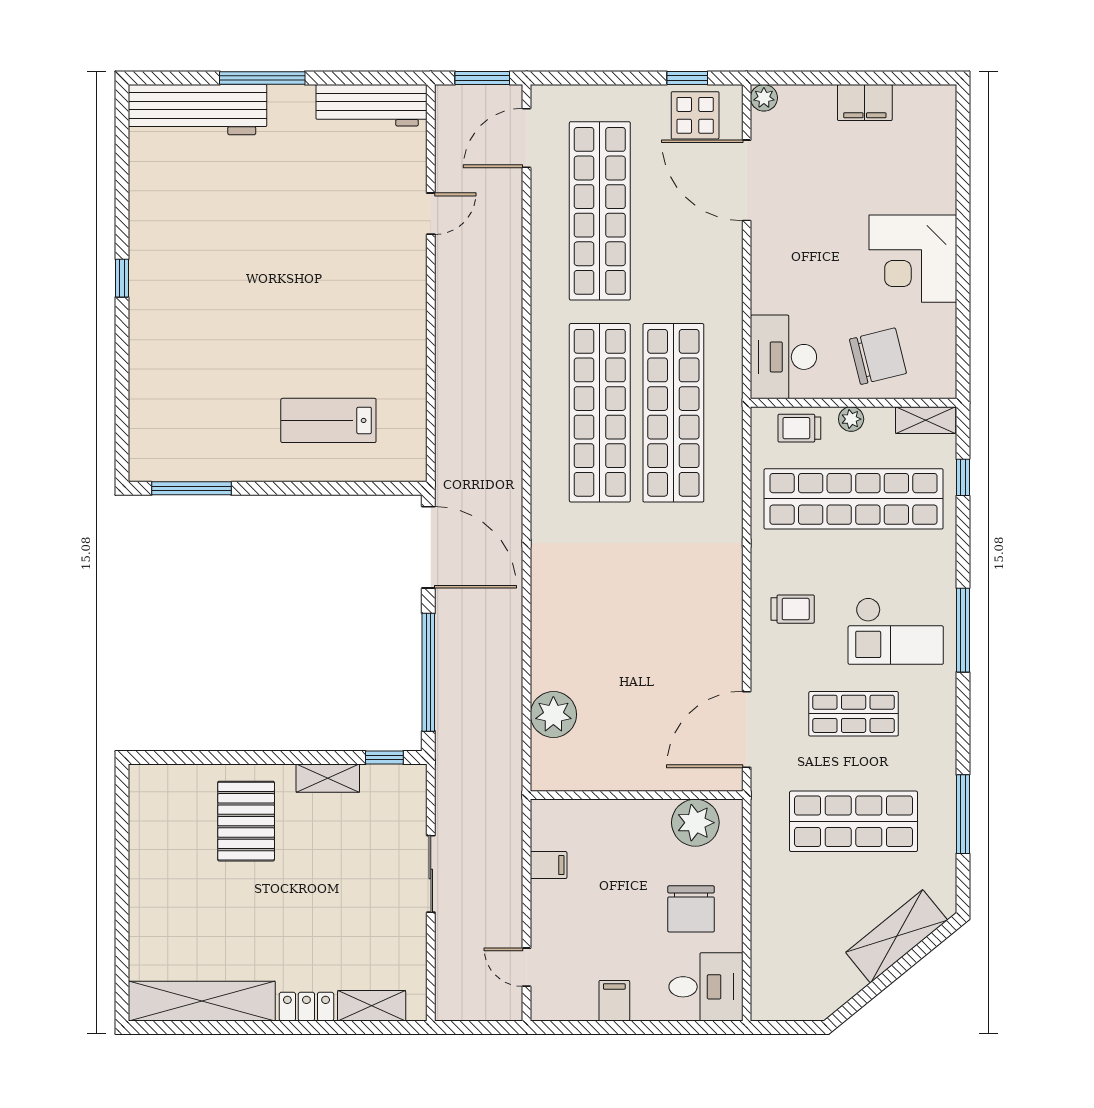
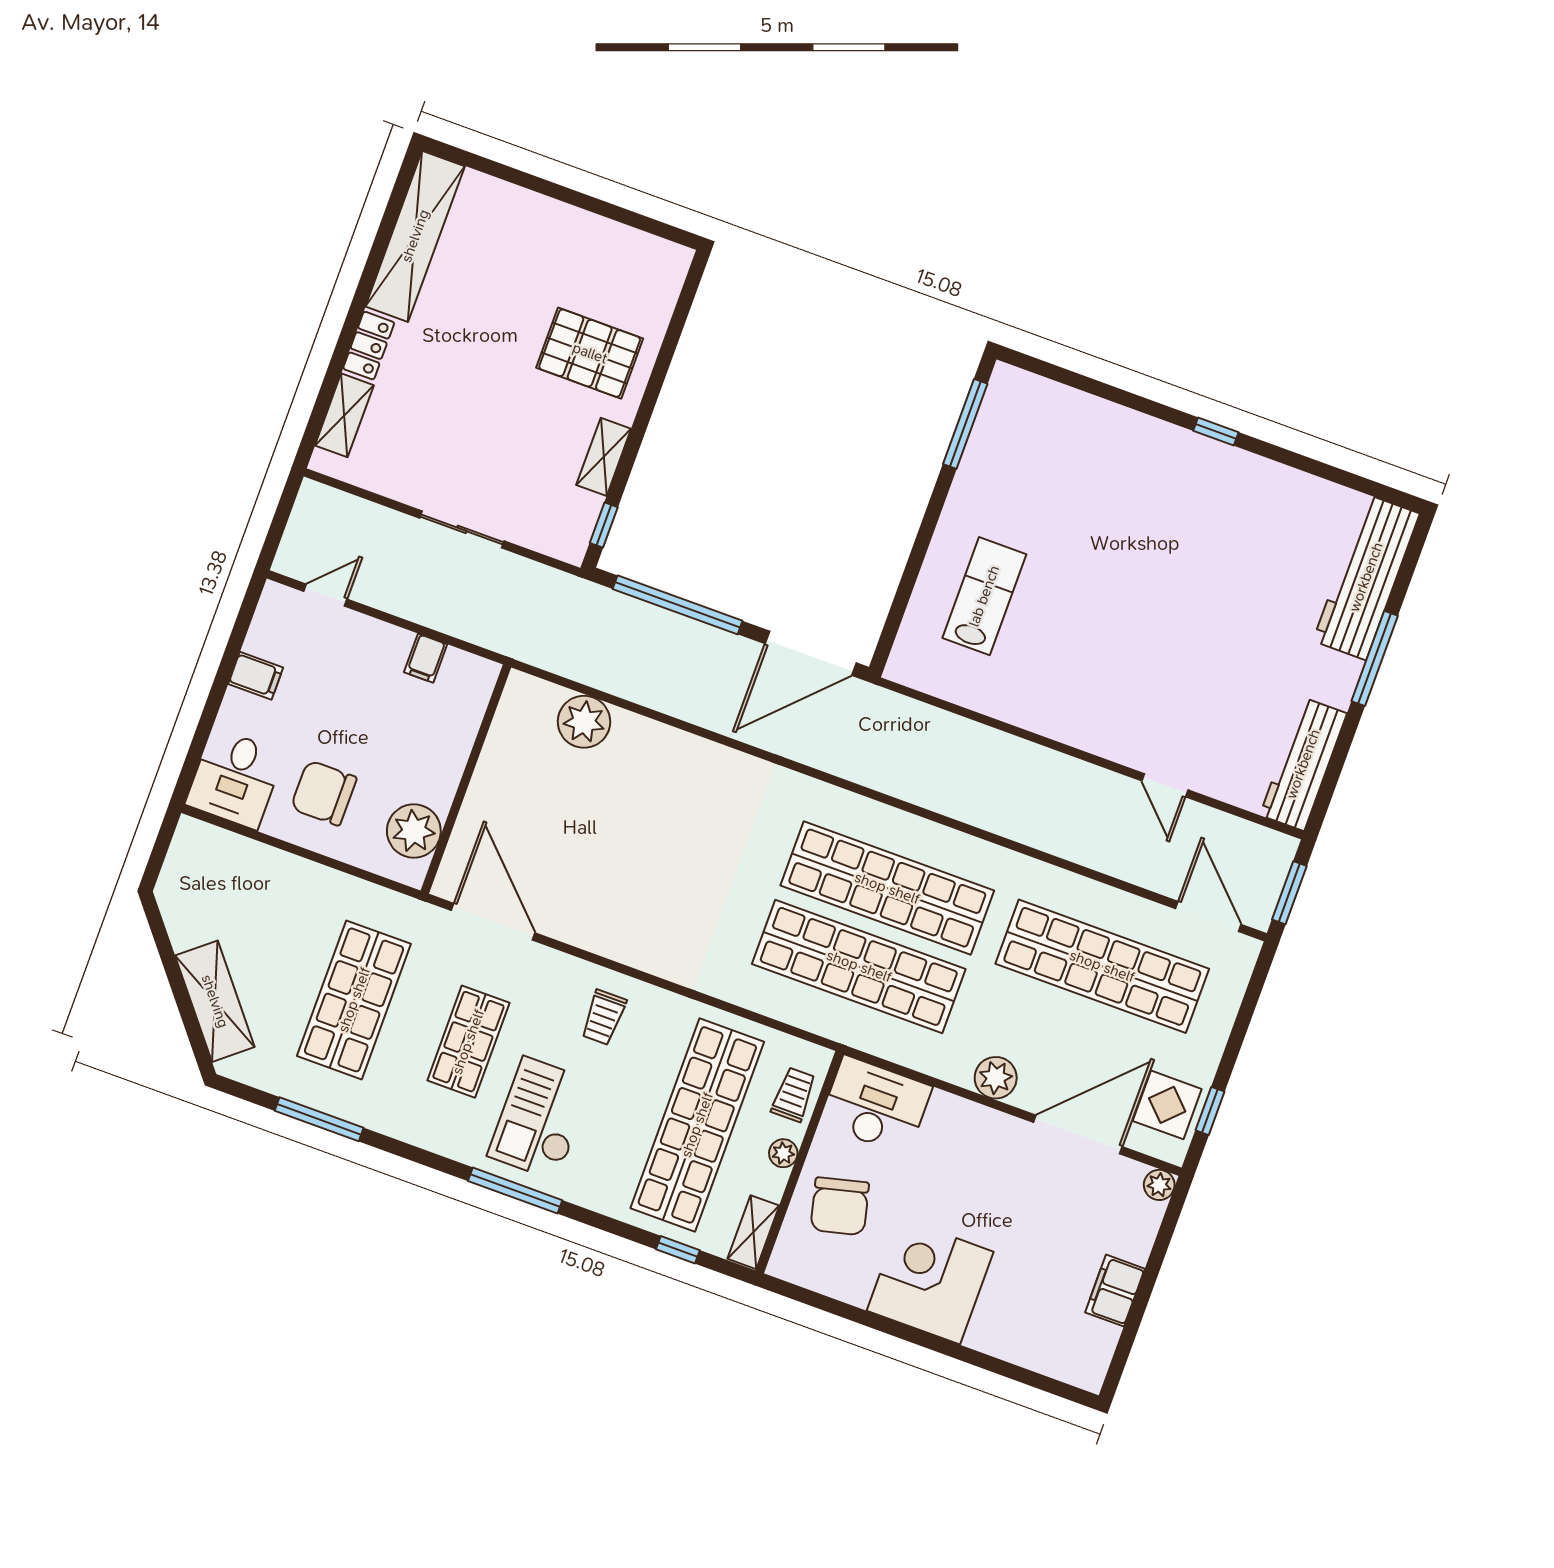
plant: (724, 266) -> (996, 1078), added

